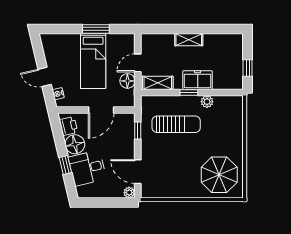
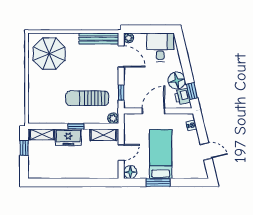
shelving: (189, 40) -> (42, 134), moved
door: (45, 77) -> (206, 151), moved
floor lamp: (127, 81) -> (130, 172), moved
plant: (207, 102) -> (113, 118), moved
window: (65, 165) -> (192, 91), moved
desk: (87, 168) -> (160, 47), moved, turned -77
bench: (163, 192) -> (99, 39), added

